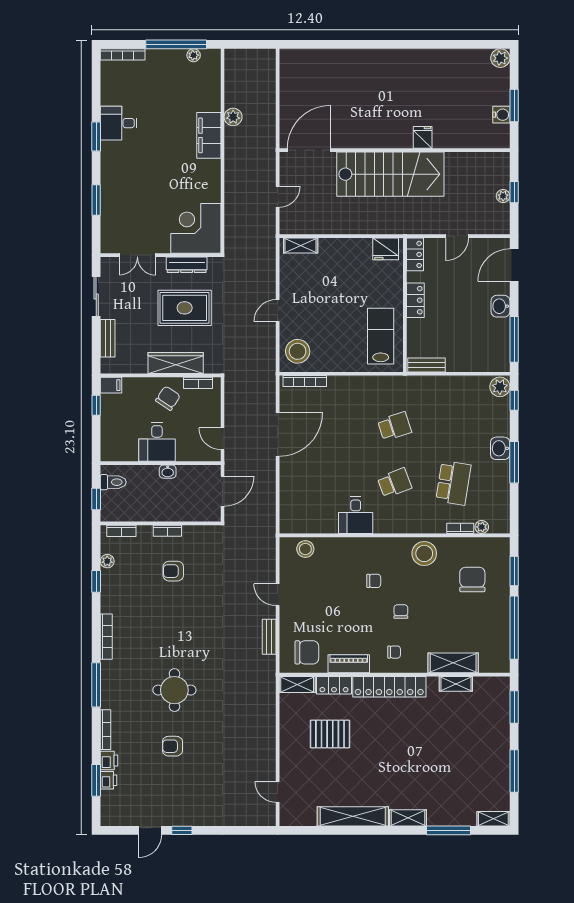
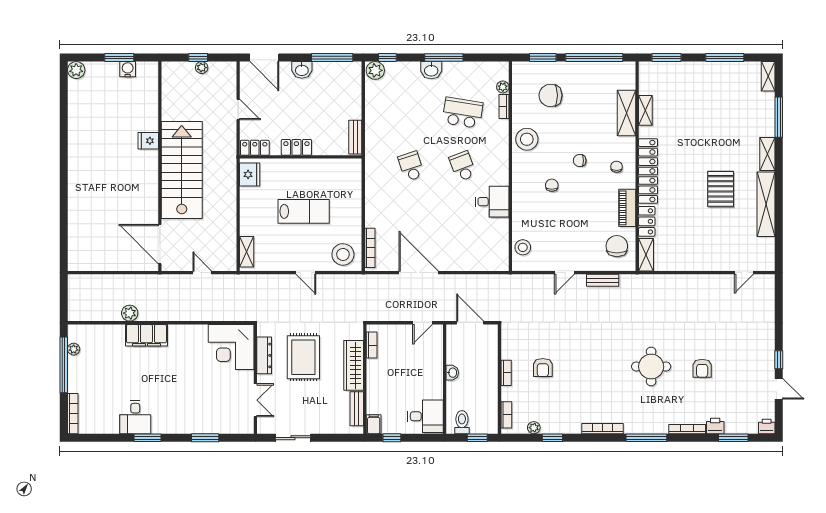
lab bench: (381, 336) -> (304, 211), moved, turned 180
bench: (108, 338) -> (357, 409), moved, turned 90
chair: (168, 398) -> (386, 372), removed
desk: (157, 442) -> (425, 416), moved
pallet: (330, 734) -> (721, 189), moved
printer: (109, 780) -> (767, 426), moved

